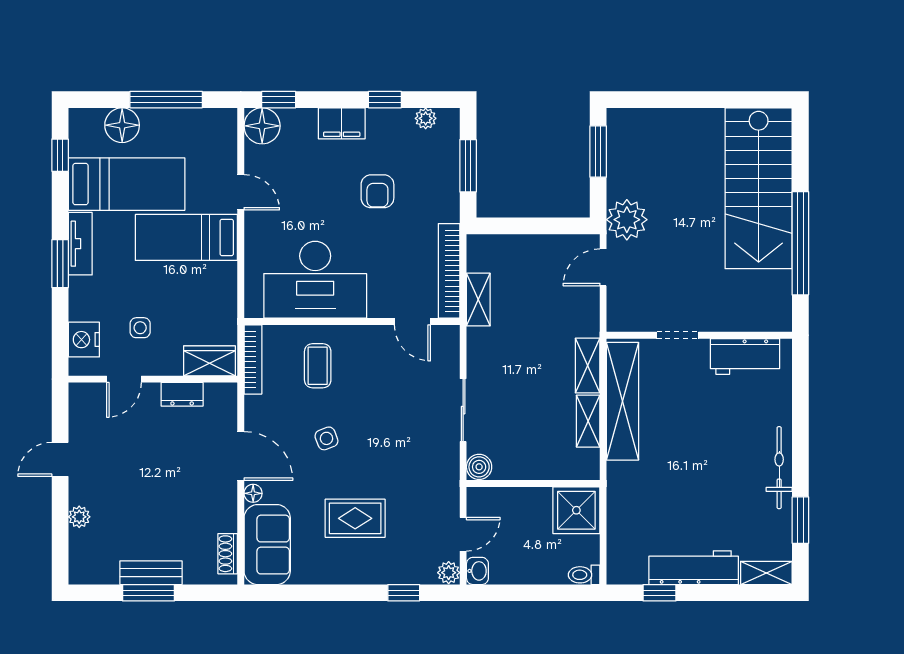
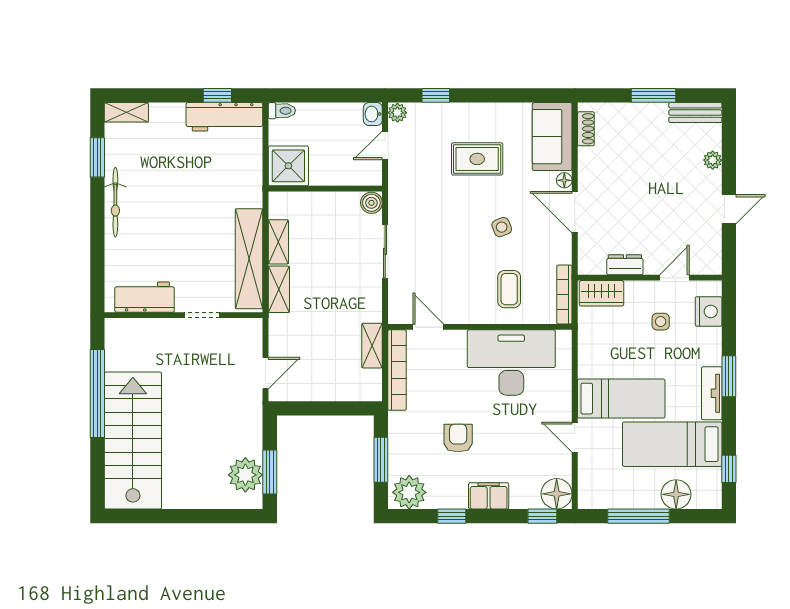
plant: (426, 118) -> (409, 492), width x1.88, depth x1.88
plant: (627, 220) -> (245, 475), moved
workbench: (694, 568) -> (224, 117), moved
bench: (151, 573) -> (695, 113), moved

